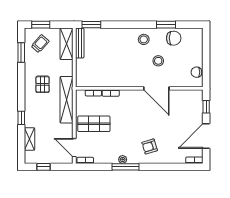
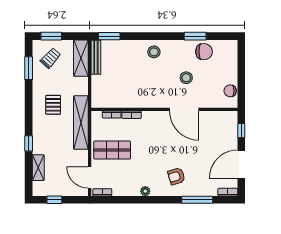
stool: (144, 39) -> (154, 52), moved
window: (126, 167) -> (197, 200), moved

